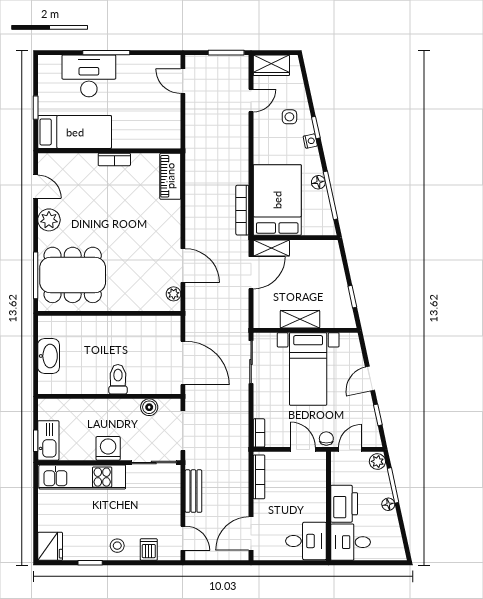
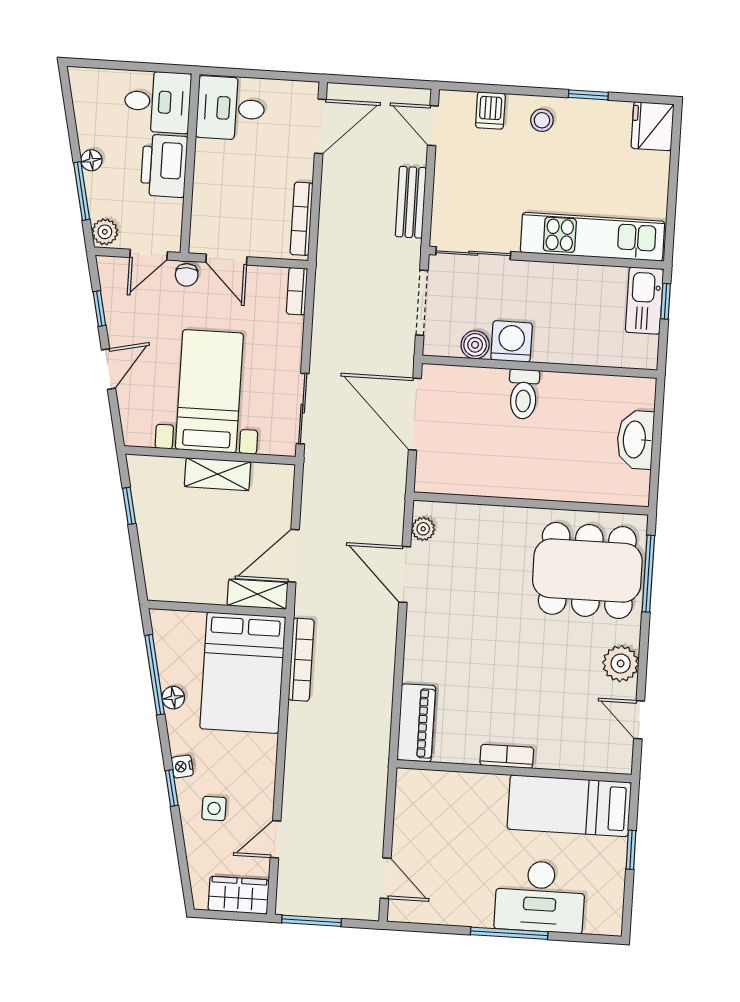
washing machine: (108, 448) -> (512, 341), moved, turned 180

